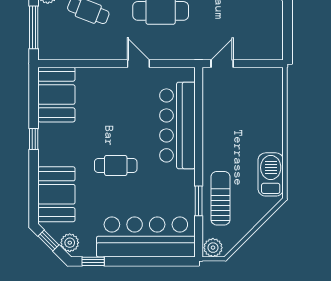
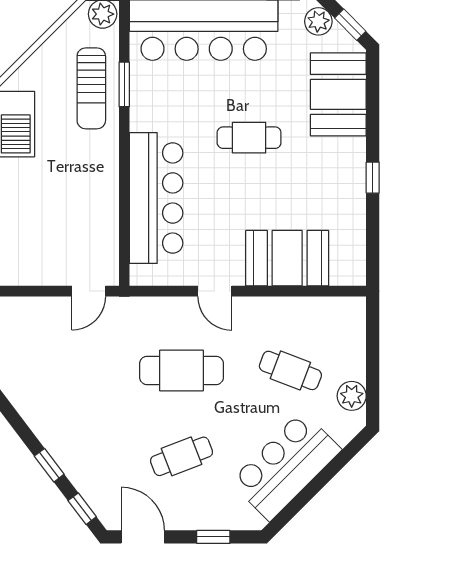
window: (34, 27) -> (373, 346), removed
booth: (56, 95) -> (287, 258), moved, turned 90

